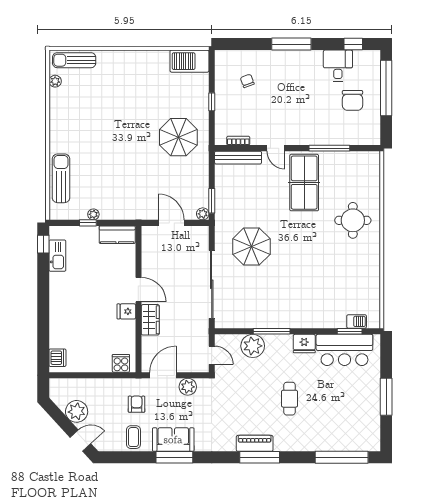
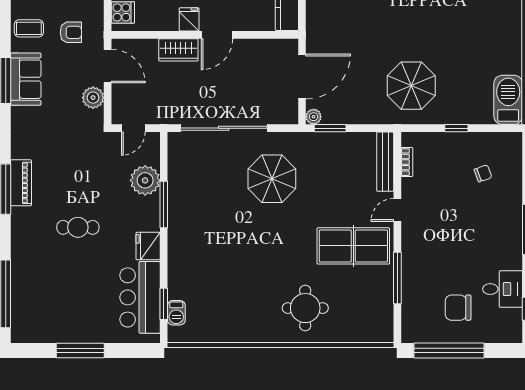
window: (386, 88) -> (449, 351), moved
door: (171, 223) -> (302, 77), width x1.36

